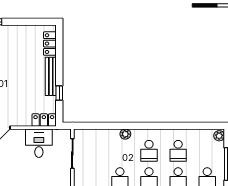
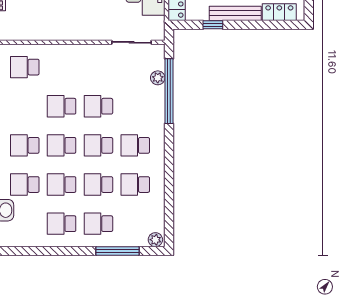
window: (109, 126) -> (169, 91), added
plant: (125, 134) -> (158, 78), moved

